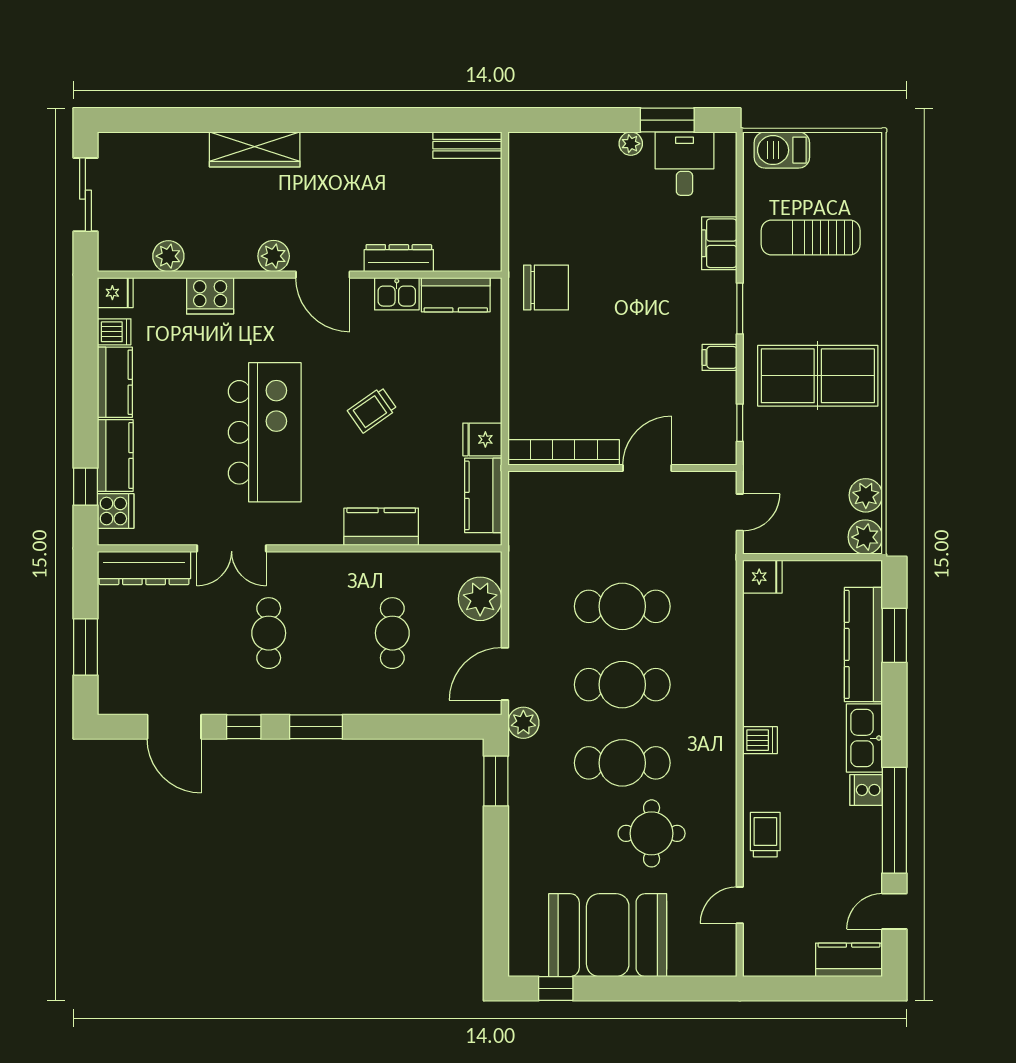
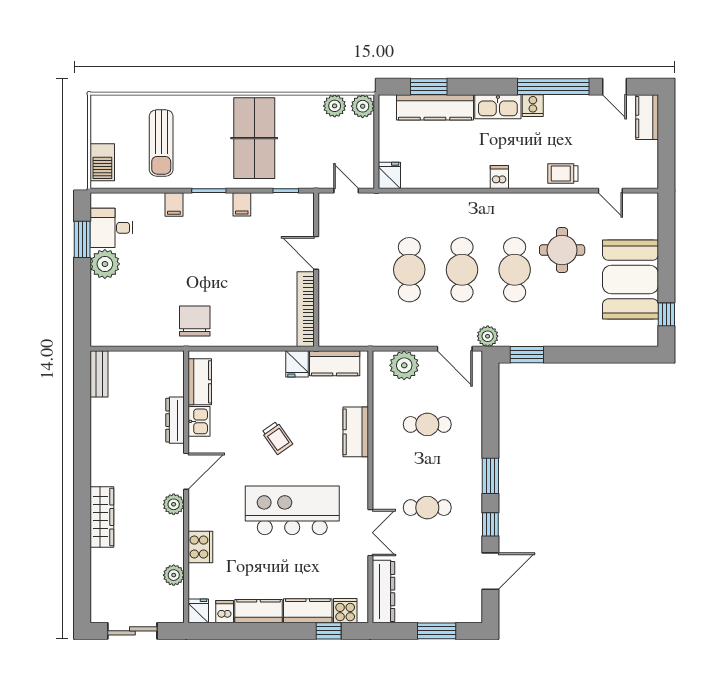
plant: (631, 144) -> (105, 264), width x1.88, depth x1.88
filing cabinet: (719, 243) -> (174, 205), width x0.50

